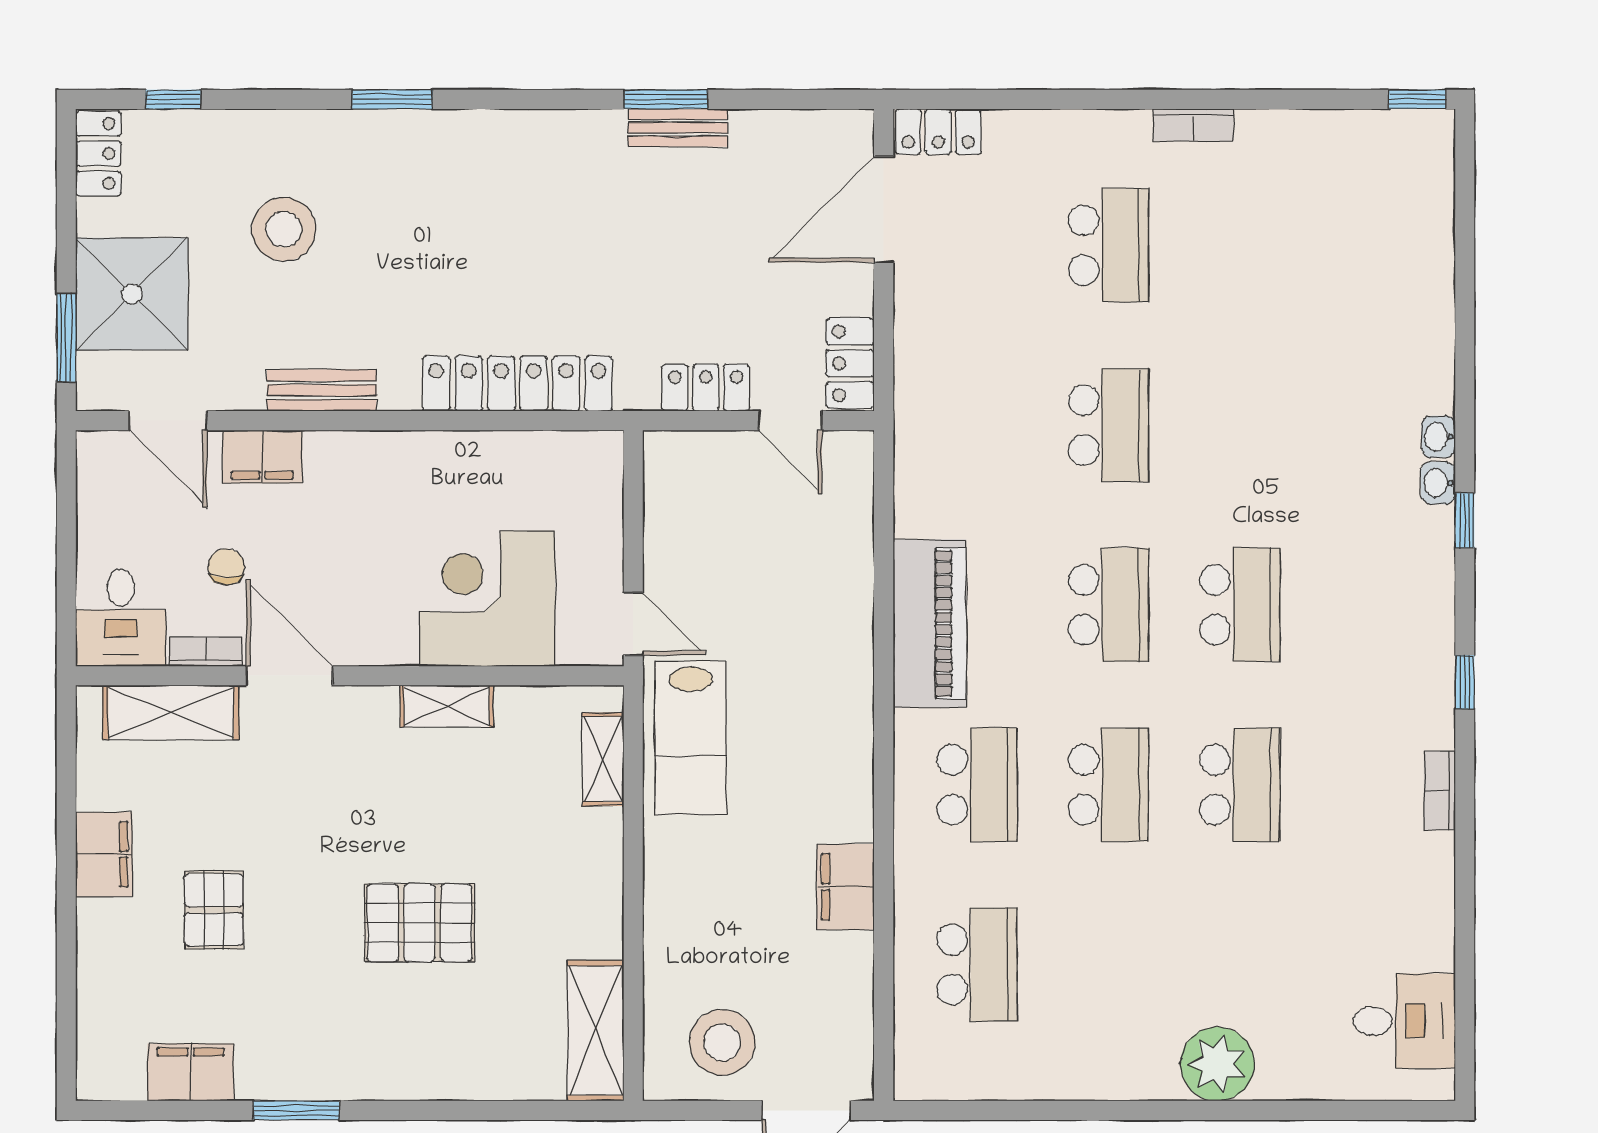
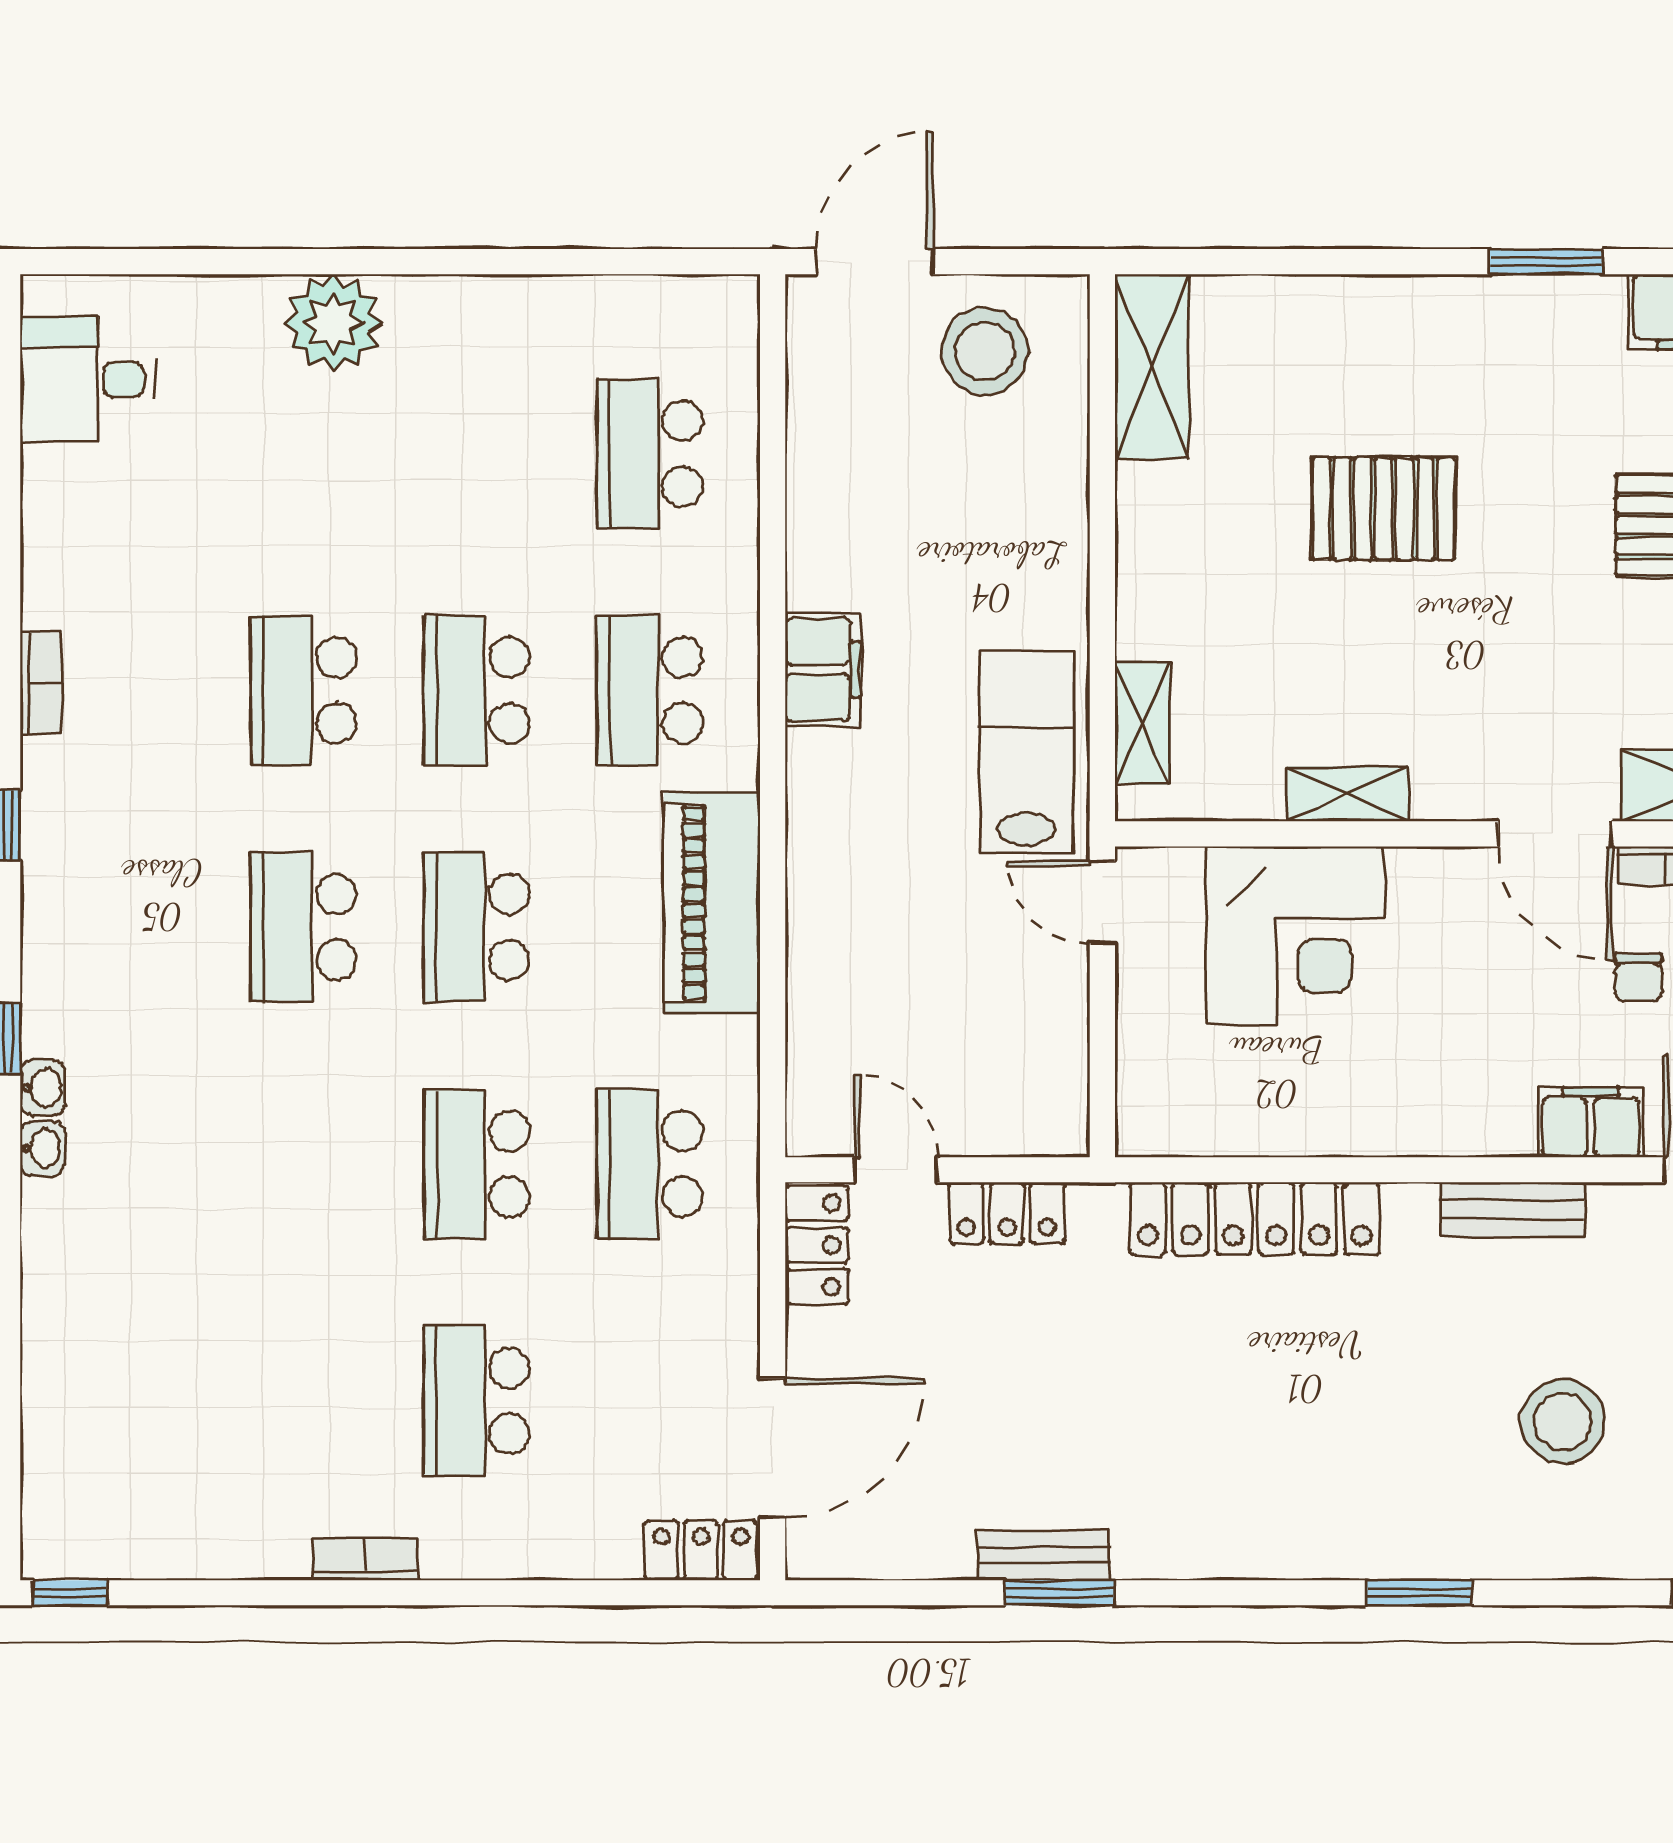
school desk: (977, 425) -> (650, 1164), added
filing cabinet: (846, 887) -> (823, 669), moved

